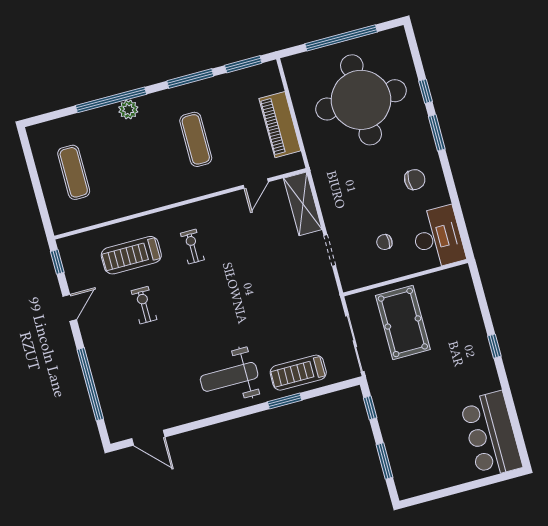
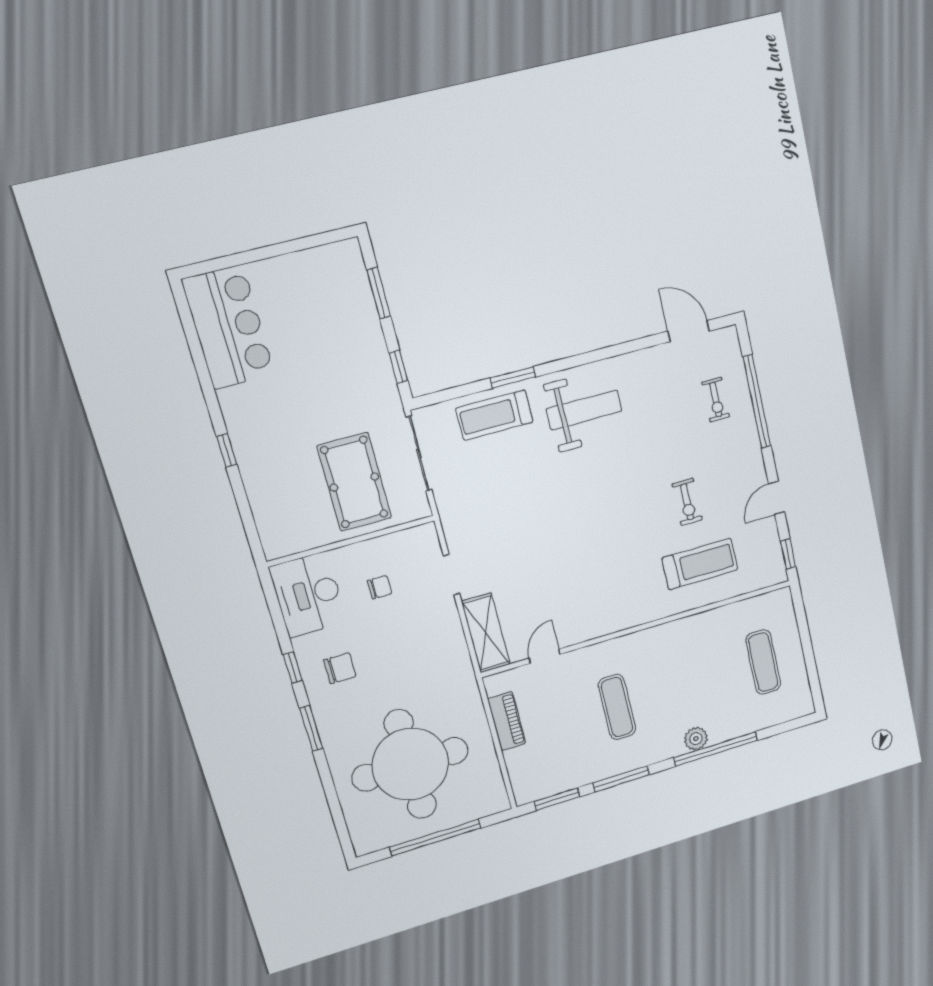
window: (426, 91) -> (293, 667), moved
piano: (280, 125) -> (507, 721), width x0.73, depth x0.75
chair: (415, 180) -> (340, 668), turned 180
exercise bike: (192, 247) -> (716, 400), moved
treadmill: (298, 373) -> (494, 415), turned 180

